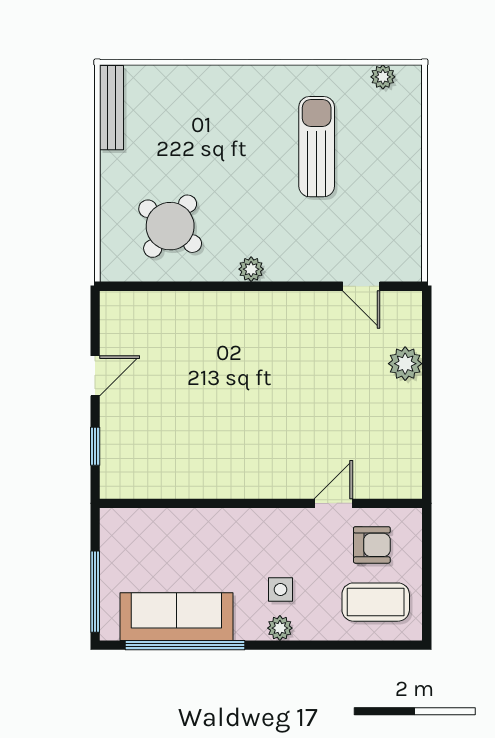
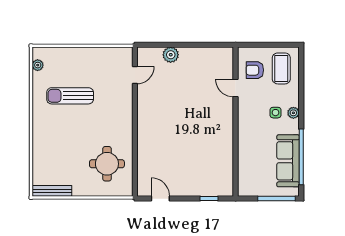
round table: (170, 226) -> (107, 164), turned -38
plant: (251, 269) -> (127, 126), removed
door: (95, 376) -> (160, 199), moved
armchair: (372, 545) -> (255, 70), turned -90

